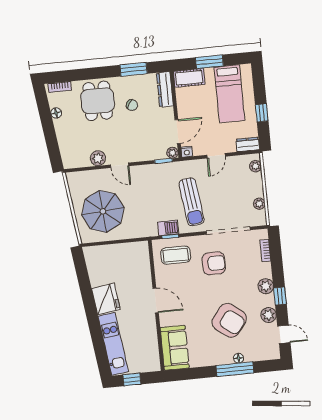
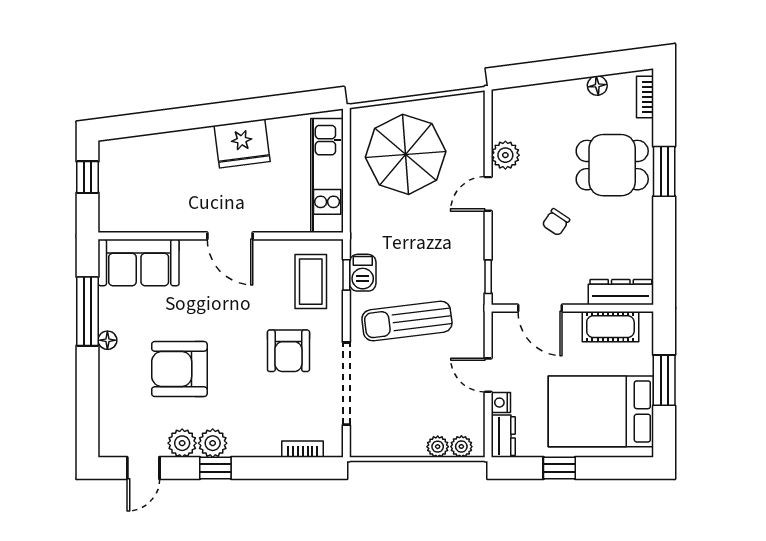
window: (134, 69) -> (664, 171), moved
cot: (189, 78) -> (610, 327), moved, turned 90
bed: (229, 94) -> (601, 411), width x1.50
chair: (132, 105) -> (556, 222), moved
nightstand: (187, 152) -> (501, 403), moved
plant: (172, 153) -> (502, 295), removed
plant: (259, 204) -> (438, 447), moved
plant: (266, 286) -> (213, 443), moved
door: (156, 301) -> (230, 236), hinge flipped
armchair: (229, 320) -> (179, 369), turned 52
kitchen unit: (113, 344) -> (327, 176), moved, turned 97
floor lamp: (239, 358) -> (107, 340), moved
window: (235, 369) -> (88, 311), moved

